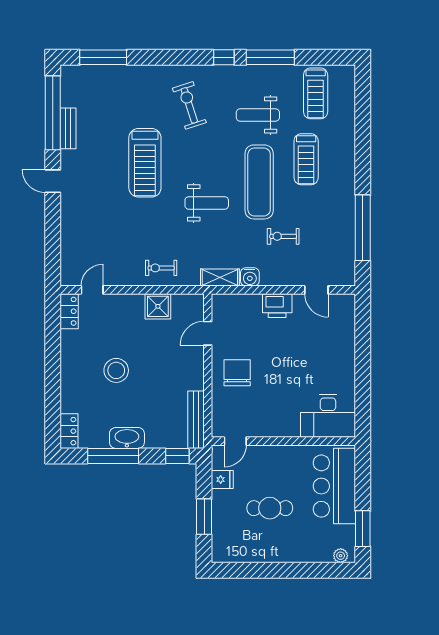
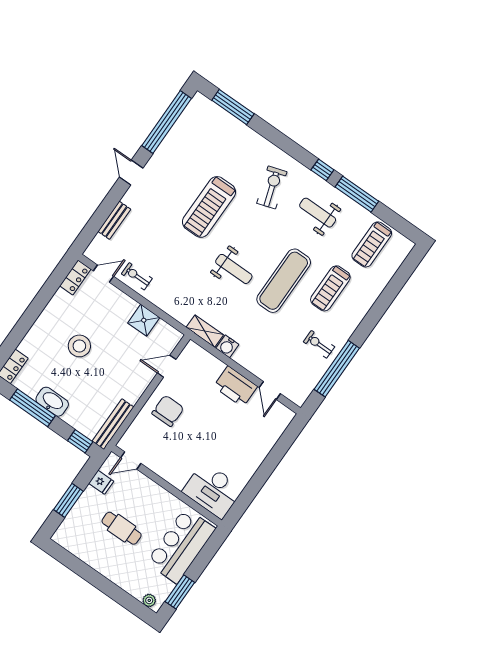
weight bench: (258, 115) -> (318, 213), moved
bench: (68, 128) -> (114, 220), moved
exercise bike: (283, 236) -> (319, 344), moved
exercise bike: (161, 268) -> (137, 276), moved
printer: (277, 306) -> (235, 386), width x1.37, depth x1.19

